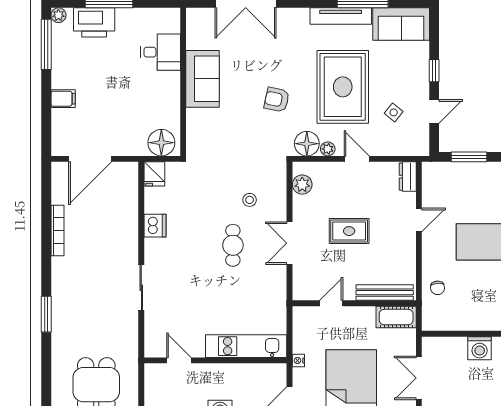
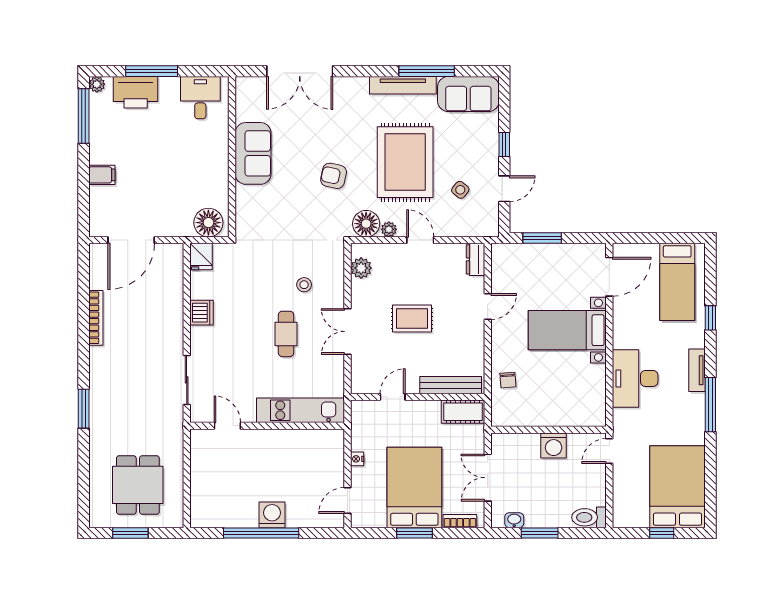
desk: (161, 52) -> (200, 98), moved, turned -90
kitchen unit: (246, 346) -> (300, 410), moved
door: (179, 360) -> (227, 426), moved
wall: (215, 360) -> (267, 426), moved

